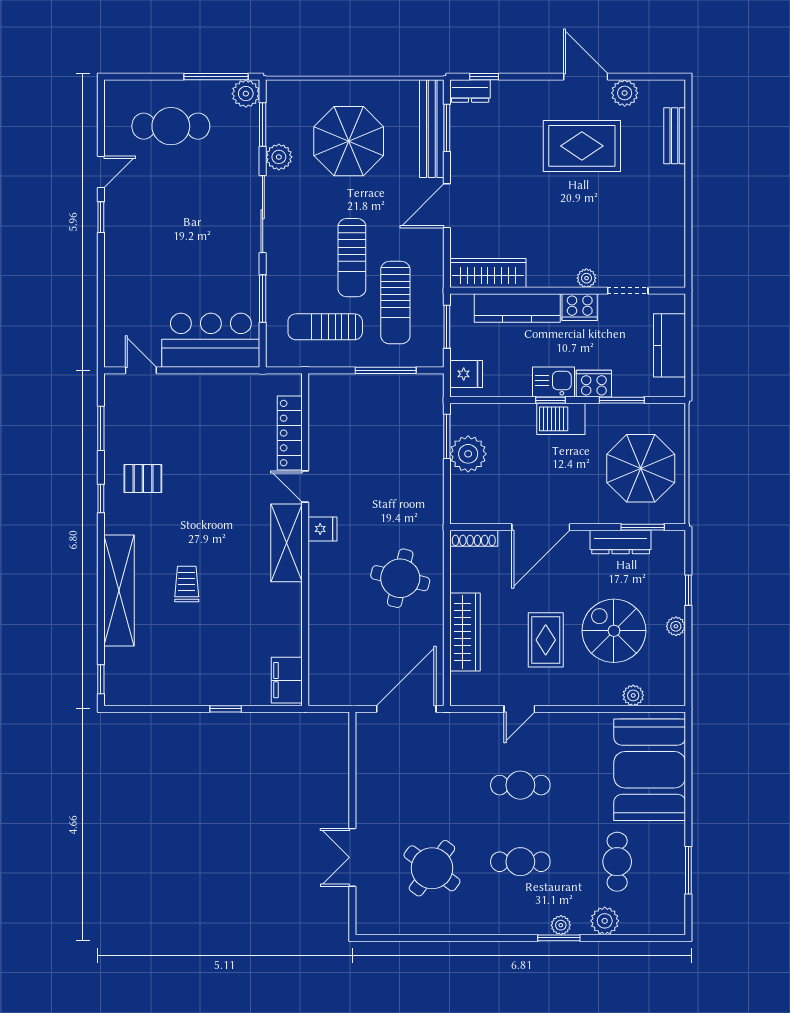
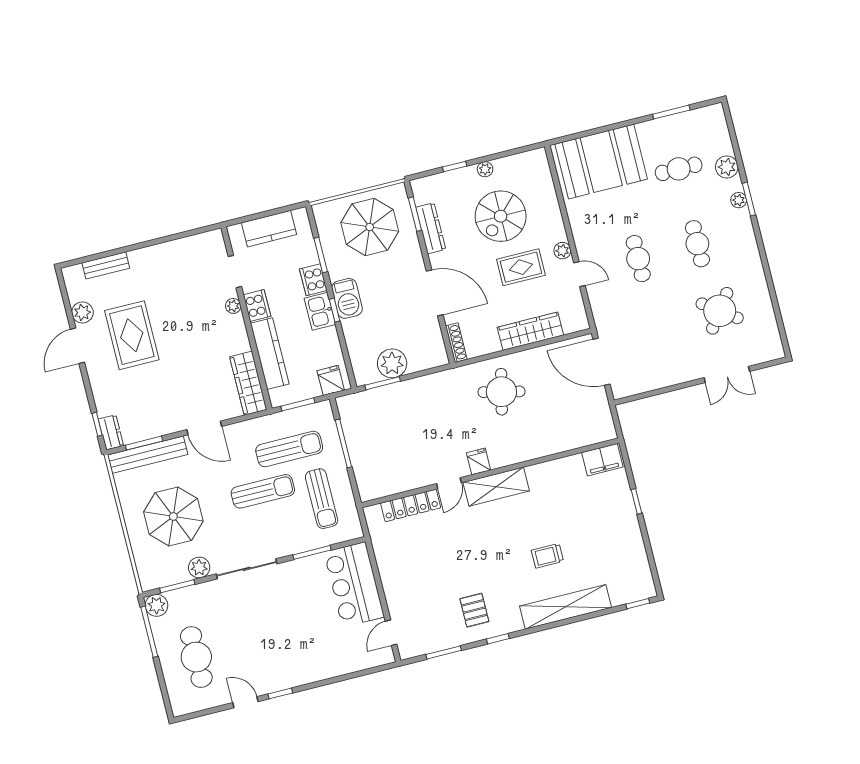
plant: (633, 695) -> (562, 251), moved

